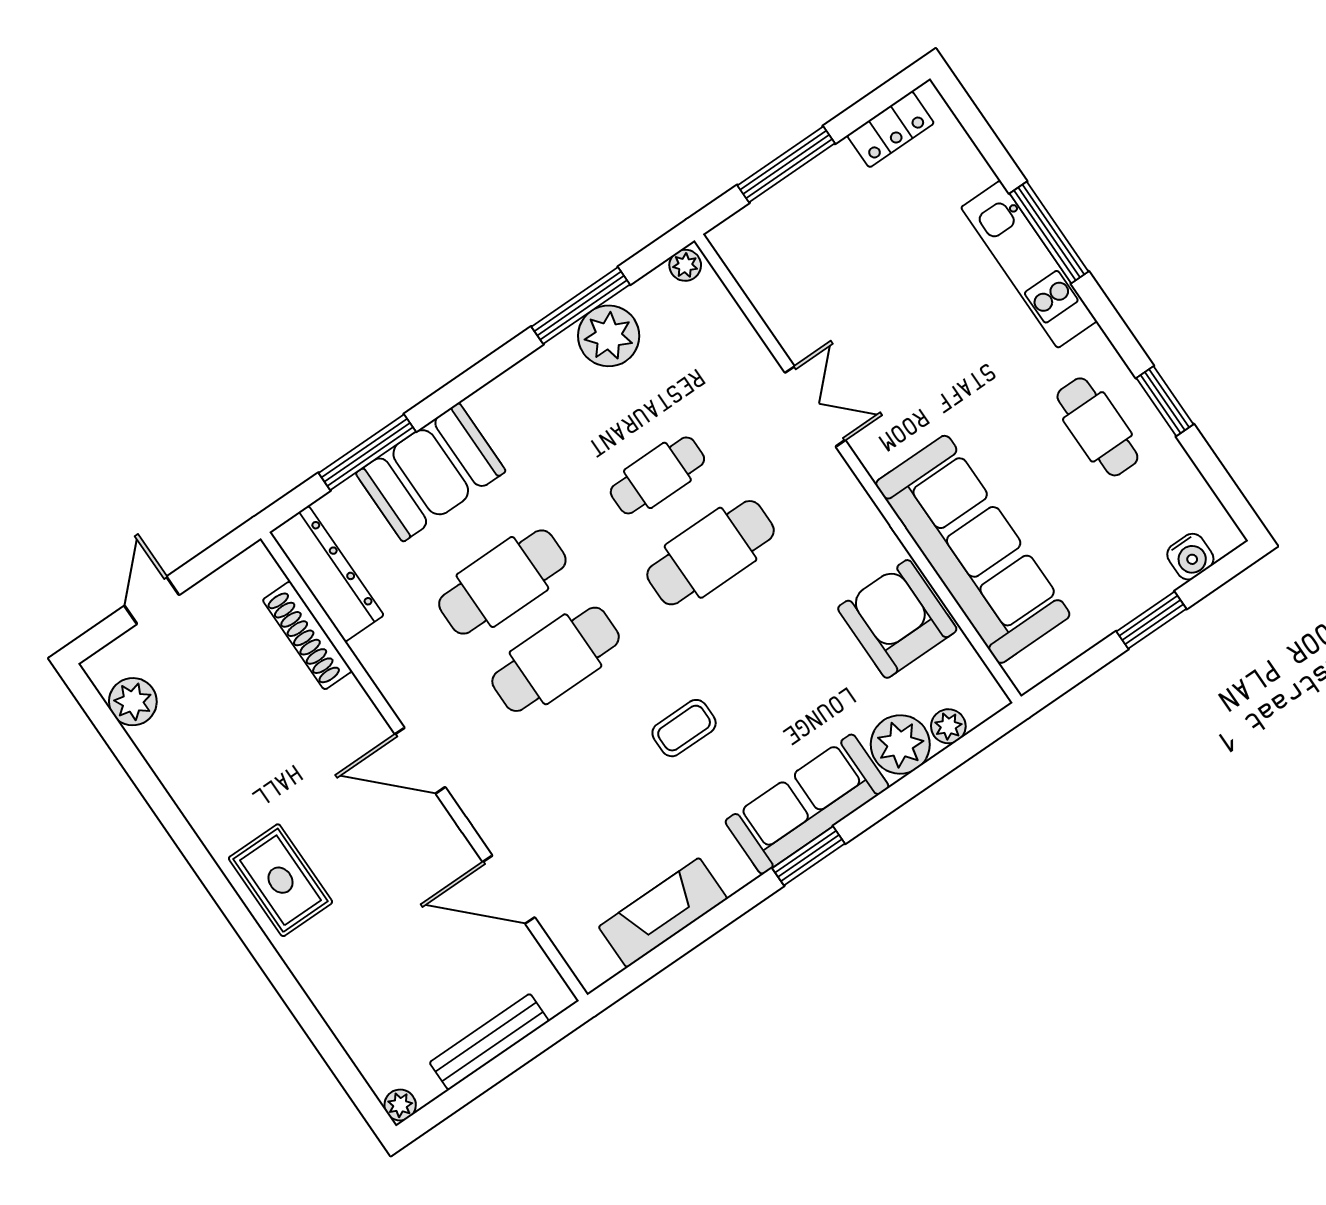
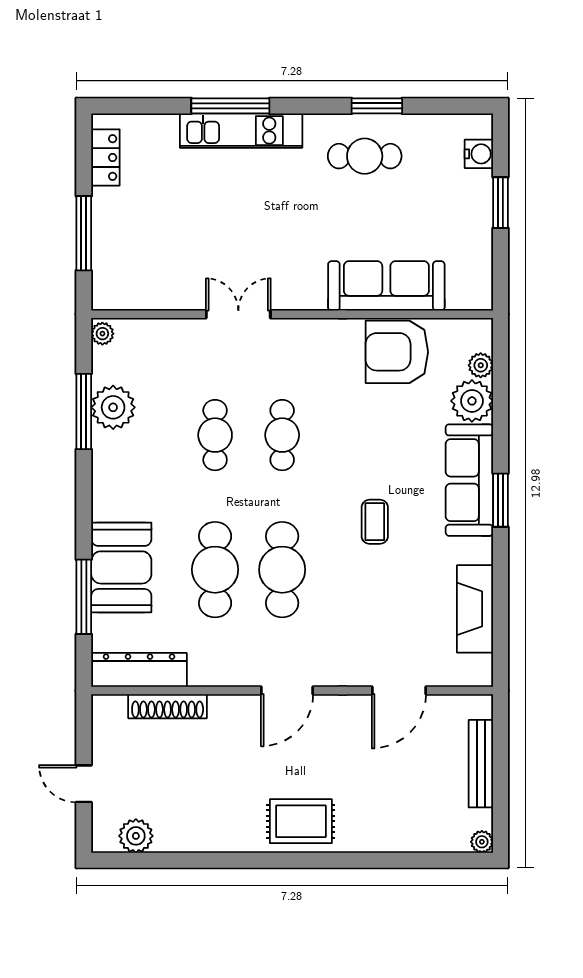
sofa: (973, 549) -> (386, 286), width x0.74, depth x0.79
cafe table: (711, 553) -> (282, 435), width x0.73, depth x0.74

